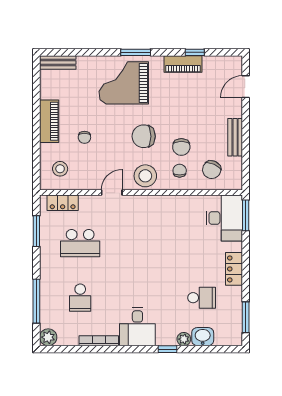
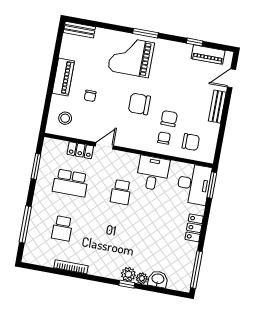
piano: (183, 64) -> (208, 55), moved
bench: (235, 137) -> (217, 107), moved
chair: (181, 147) -> (169, 119), turned 180
chair: (212, 170) -> (191, 142), turned -114
stool: (145, 176) -> (135, 137), removed
locker: (63, 203) -> (80, 150), moved
school desk: (202, 298) -> (121, 192), moved, turned 90
window: (246, 317) -> (196, 270), width x1.44
desk: (137, 327) -> (153, 173), moved, turned 180
plant: (48, 337) -> (128, 274), moved

